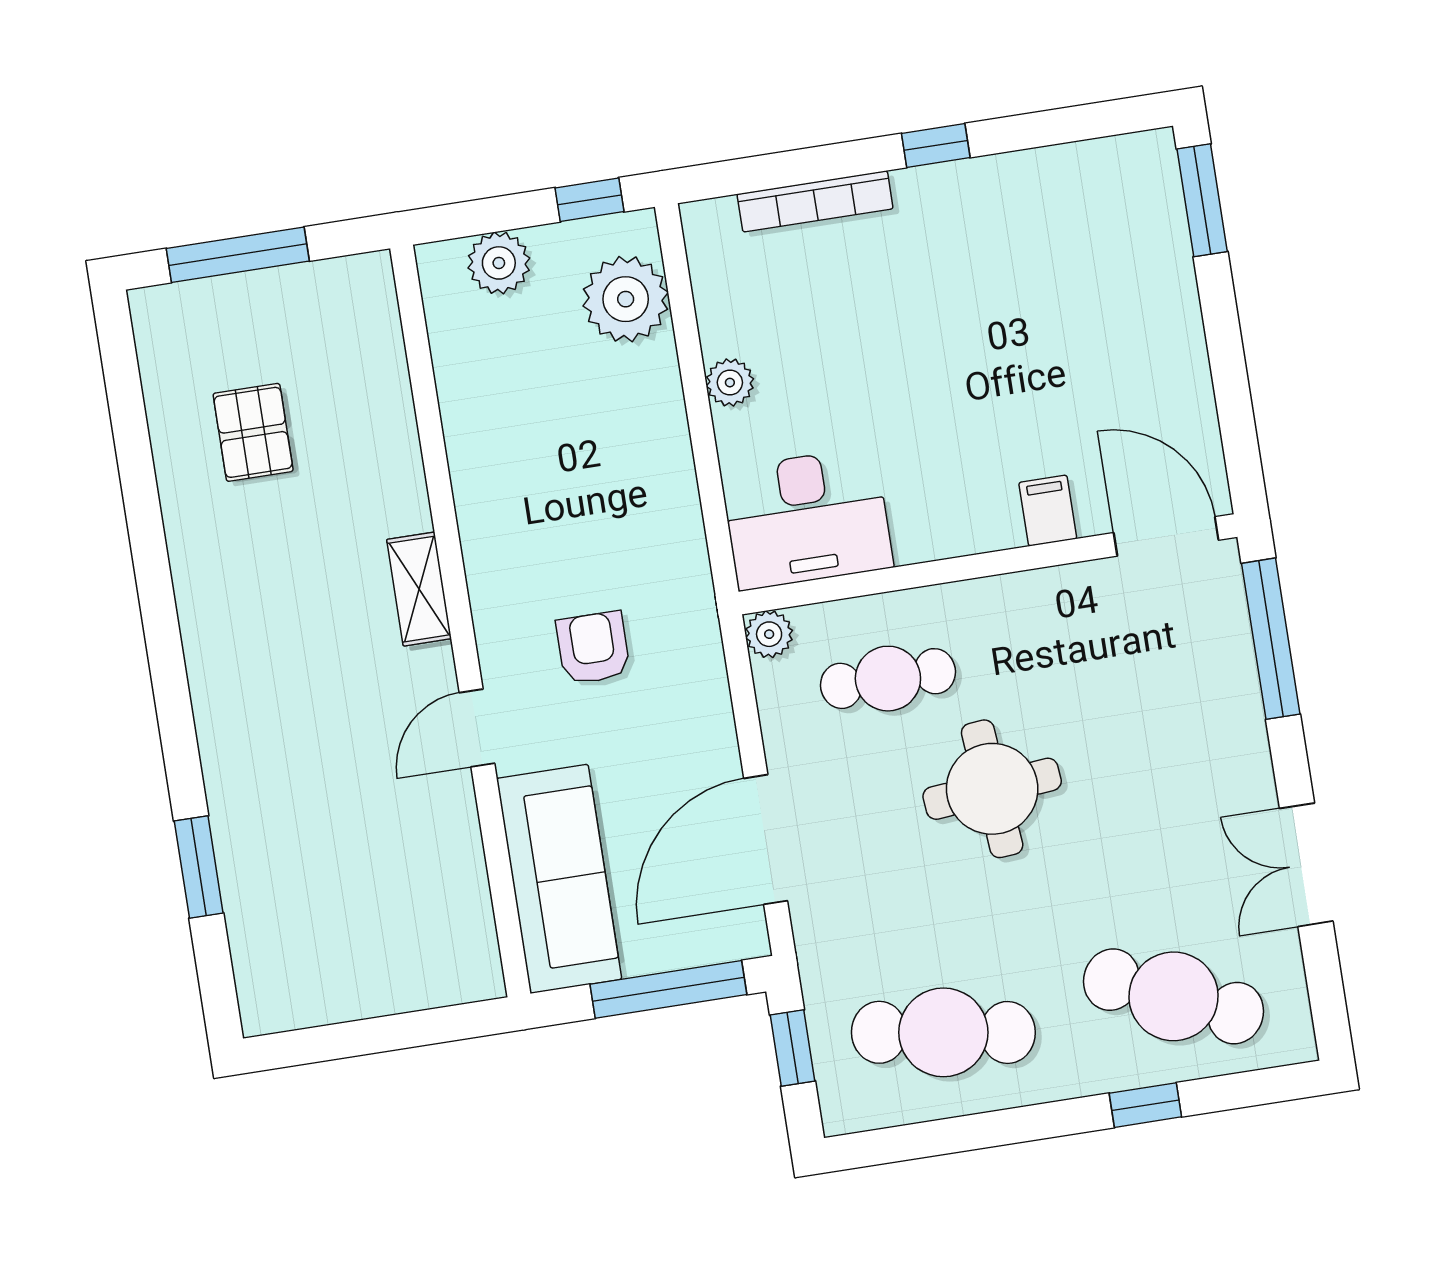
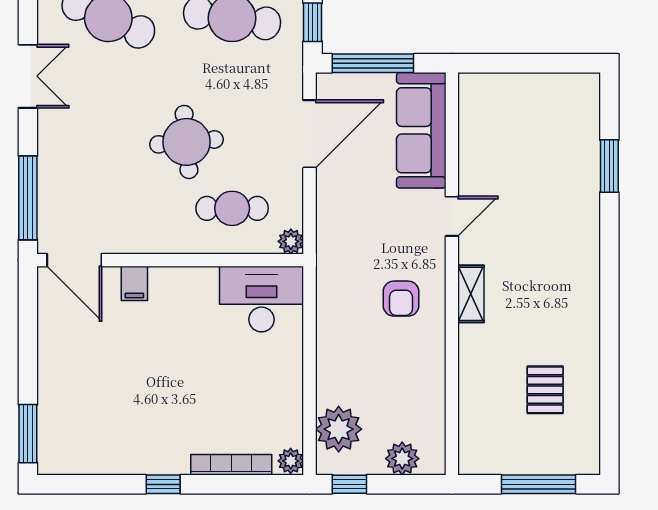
plant: (730, 383) -> (291, 461), moved
armchair: (593, 648) -> (401, 299), moved

